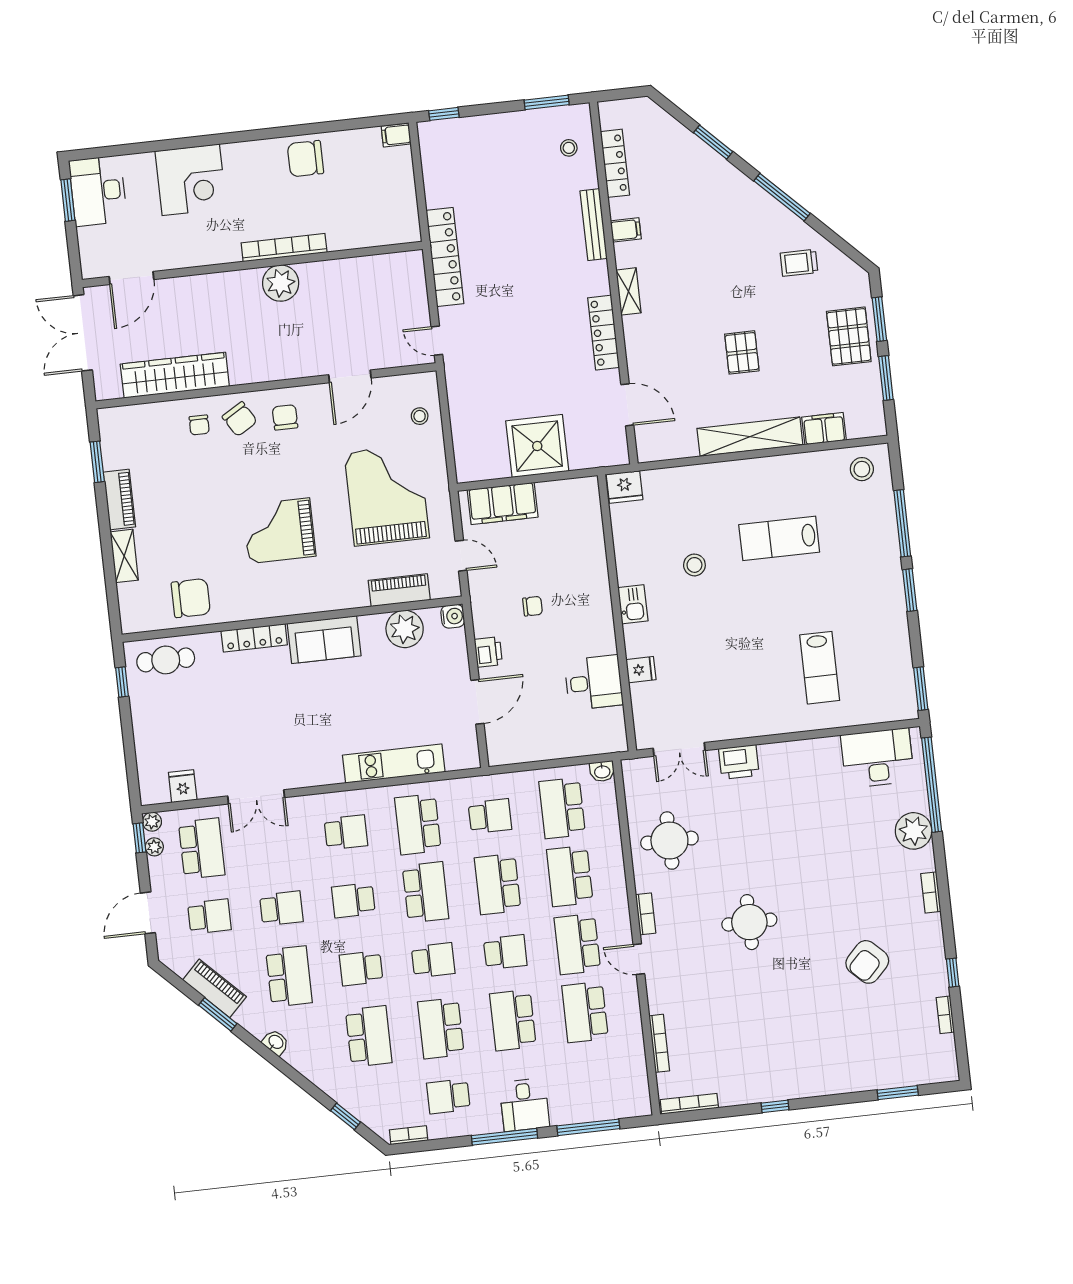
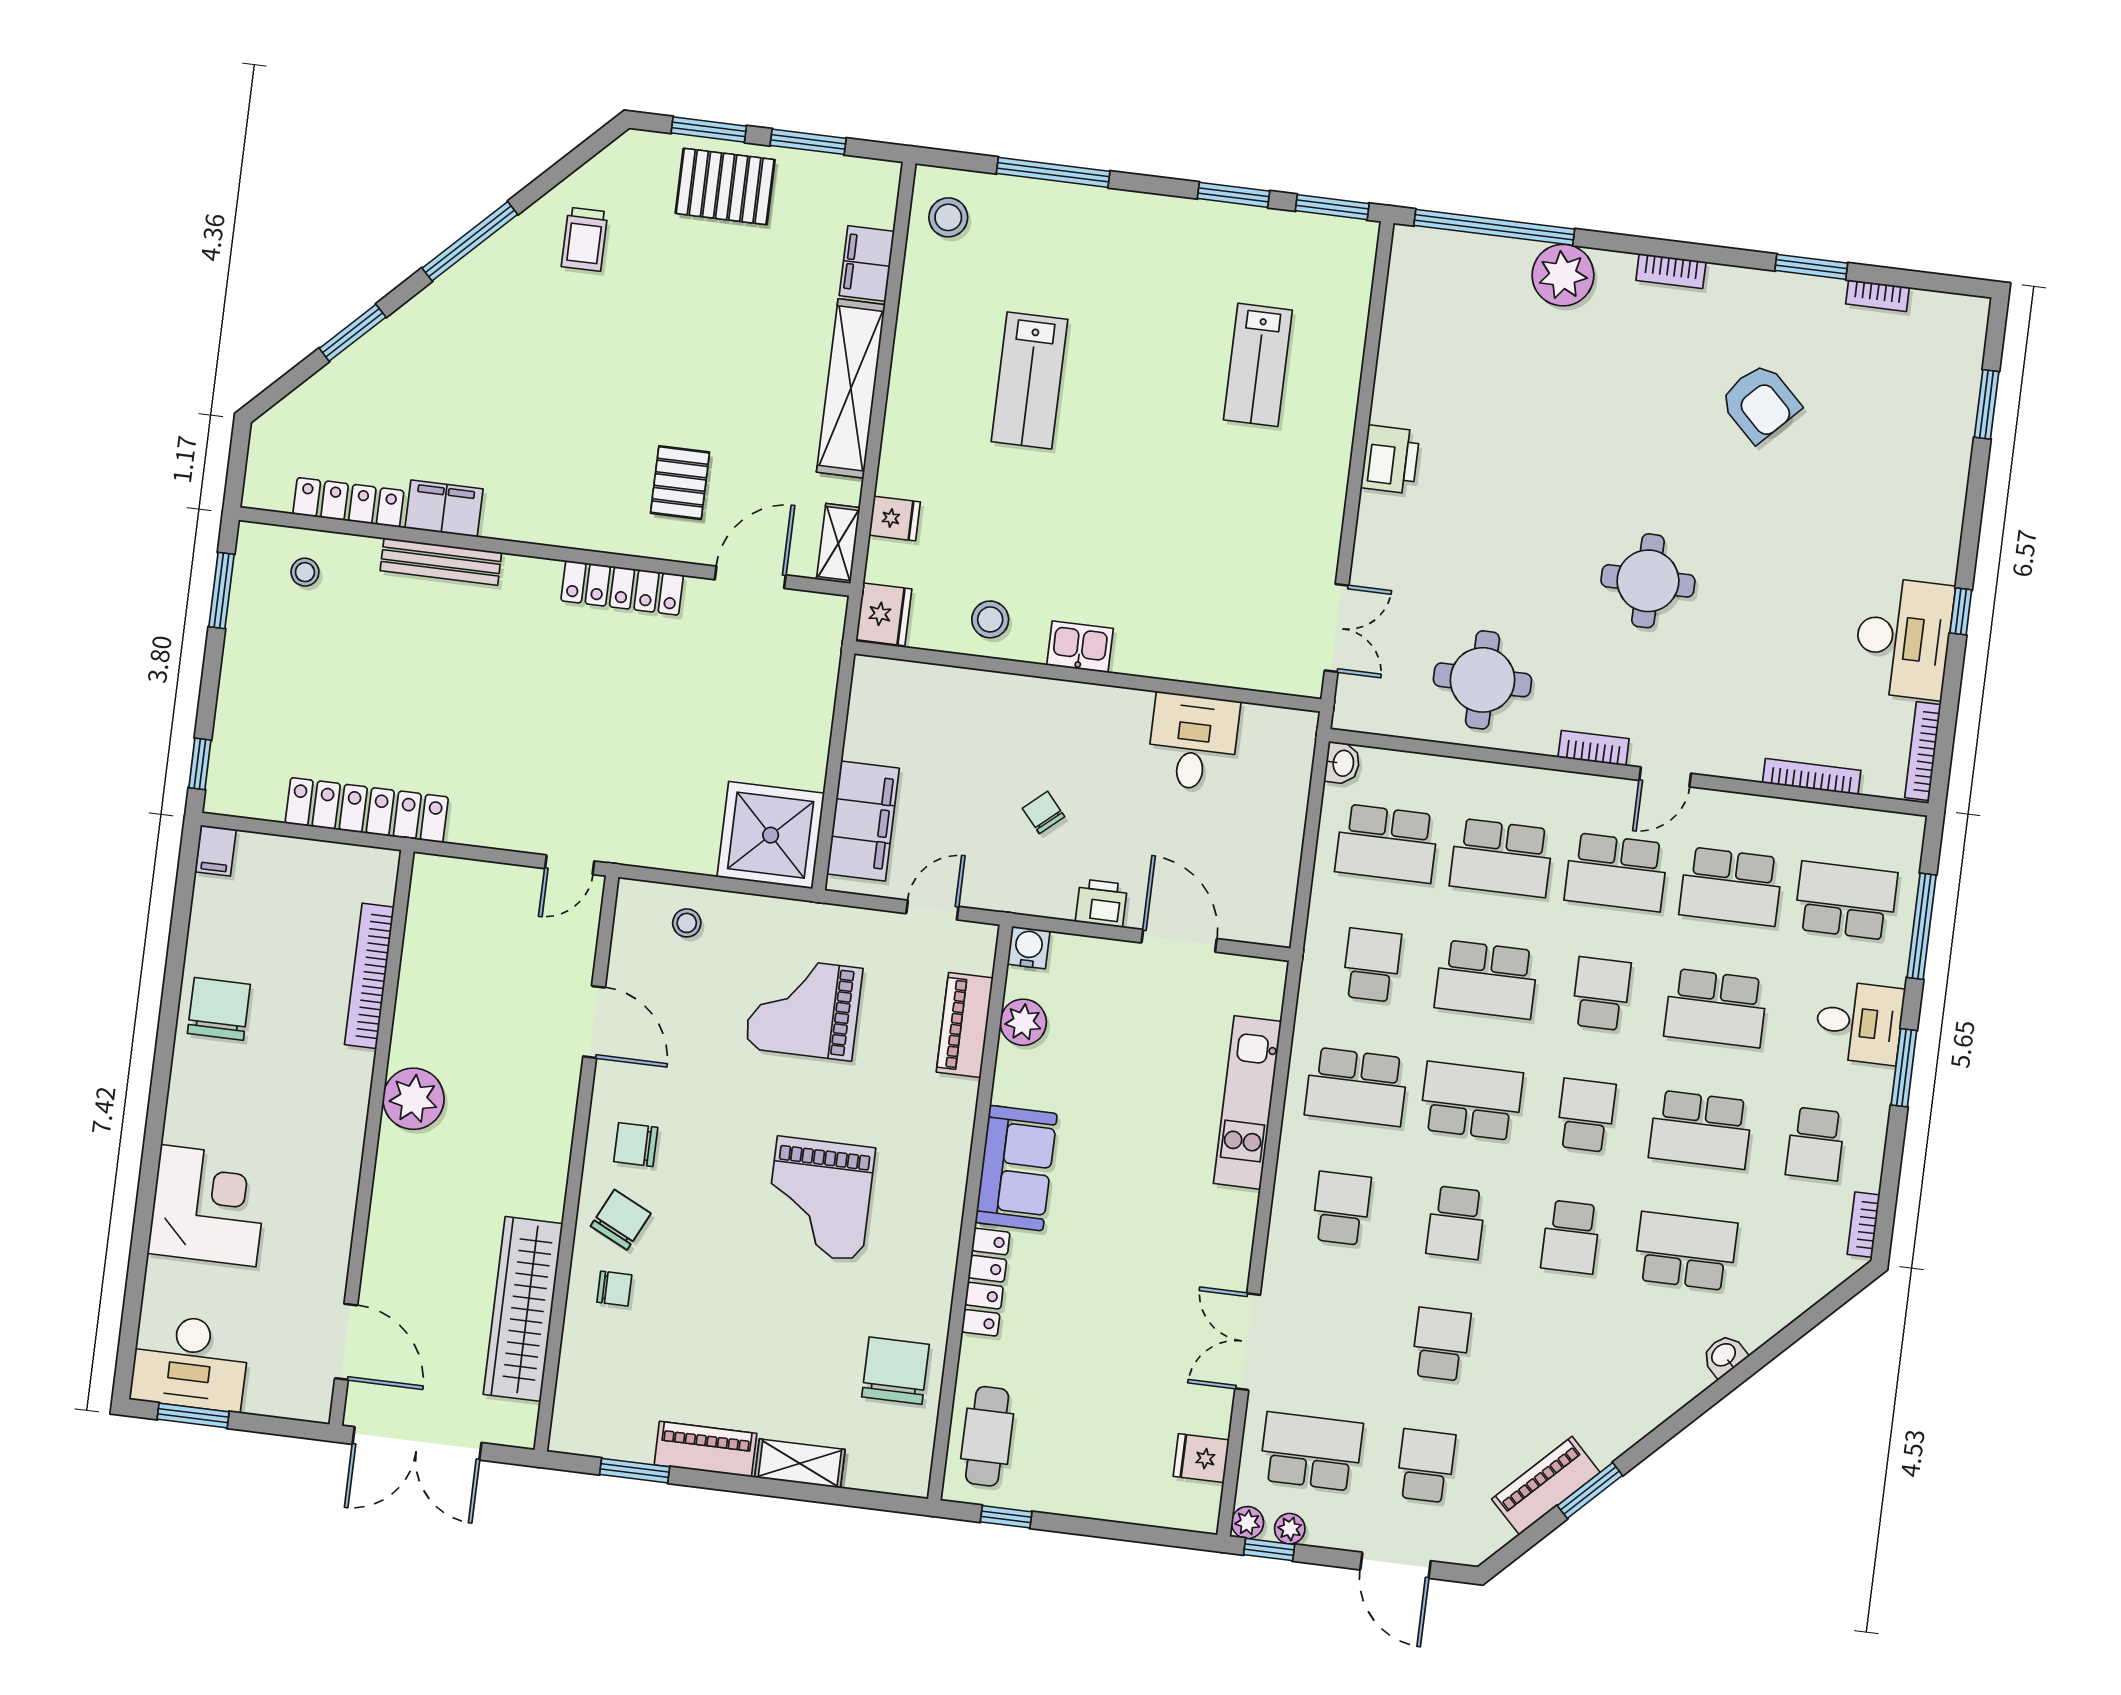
chair: (305, 159) -> (219, 1009), turned 180
filing cabinet: (626, 230) -> (444, 509), width x2.00
bookcase: (284, 248) -> (369, 976), moved
locker: (445, 257) -> (367, 810), moved
shelving: (629, 291) -> (838, 544), moved, turned 90
pallet: (742, 352) -> (680, 483), moved, turned 90
chair: (240, 419) -> (621, 1220), turned -33
shower: (537, 446) -> (771, 835), moved
grand piano: (387, 495) -> (804, 1008), width x0.73, depth x0.68
stool: (694, 565) -> (990, 619), moved
window: (910, 590) -> (1234, 195), moved
chair: (533, 606) -> (1044, 812), turned -41
plant: (405, 629) -> (1023, 1022), width x0.73, depth x0.73
lab bench: (820, 668) -> (1258, 365), turned 90
fridge: (641, 670) -> (895, 518), moved, turned 90
desk: (877, 758) -> (1903, 638), moved, turned 180
printer: (739, 762) -> (1390, 459), moved
double door: (256, 797) -> (1248, 1342), swing flipped
window: (953, 973) -> (1811, 267), width x1.50
school desk: (289, 976) -> (1846, 901), moved
washbasin: (276, 1042) -> (1724, 1356), moved
window: (345, 1116) -> (1808, 1321), removed
window: (505, 1137) -> (1904, 1068), width x0.69

